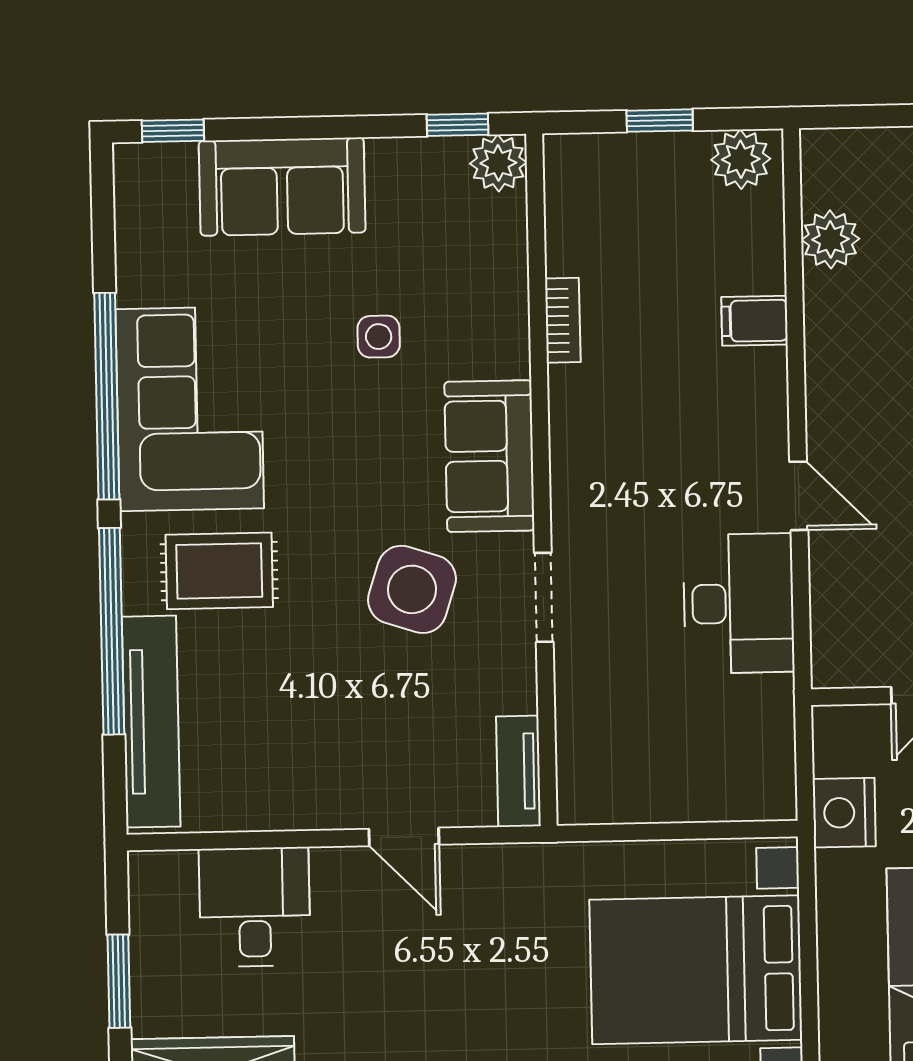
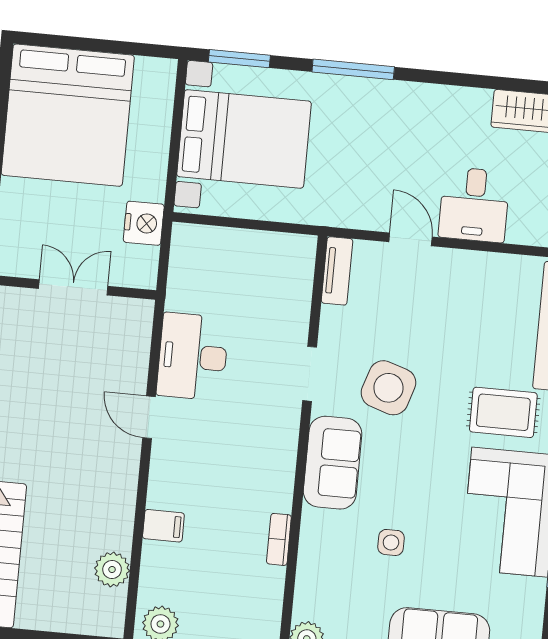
desk: (255, 907) -> (474, 205), moved

